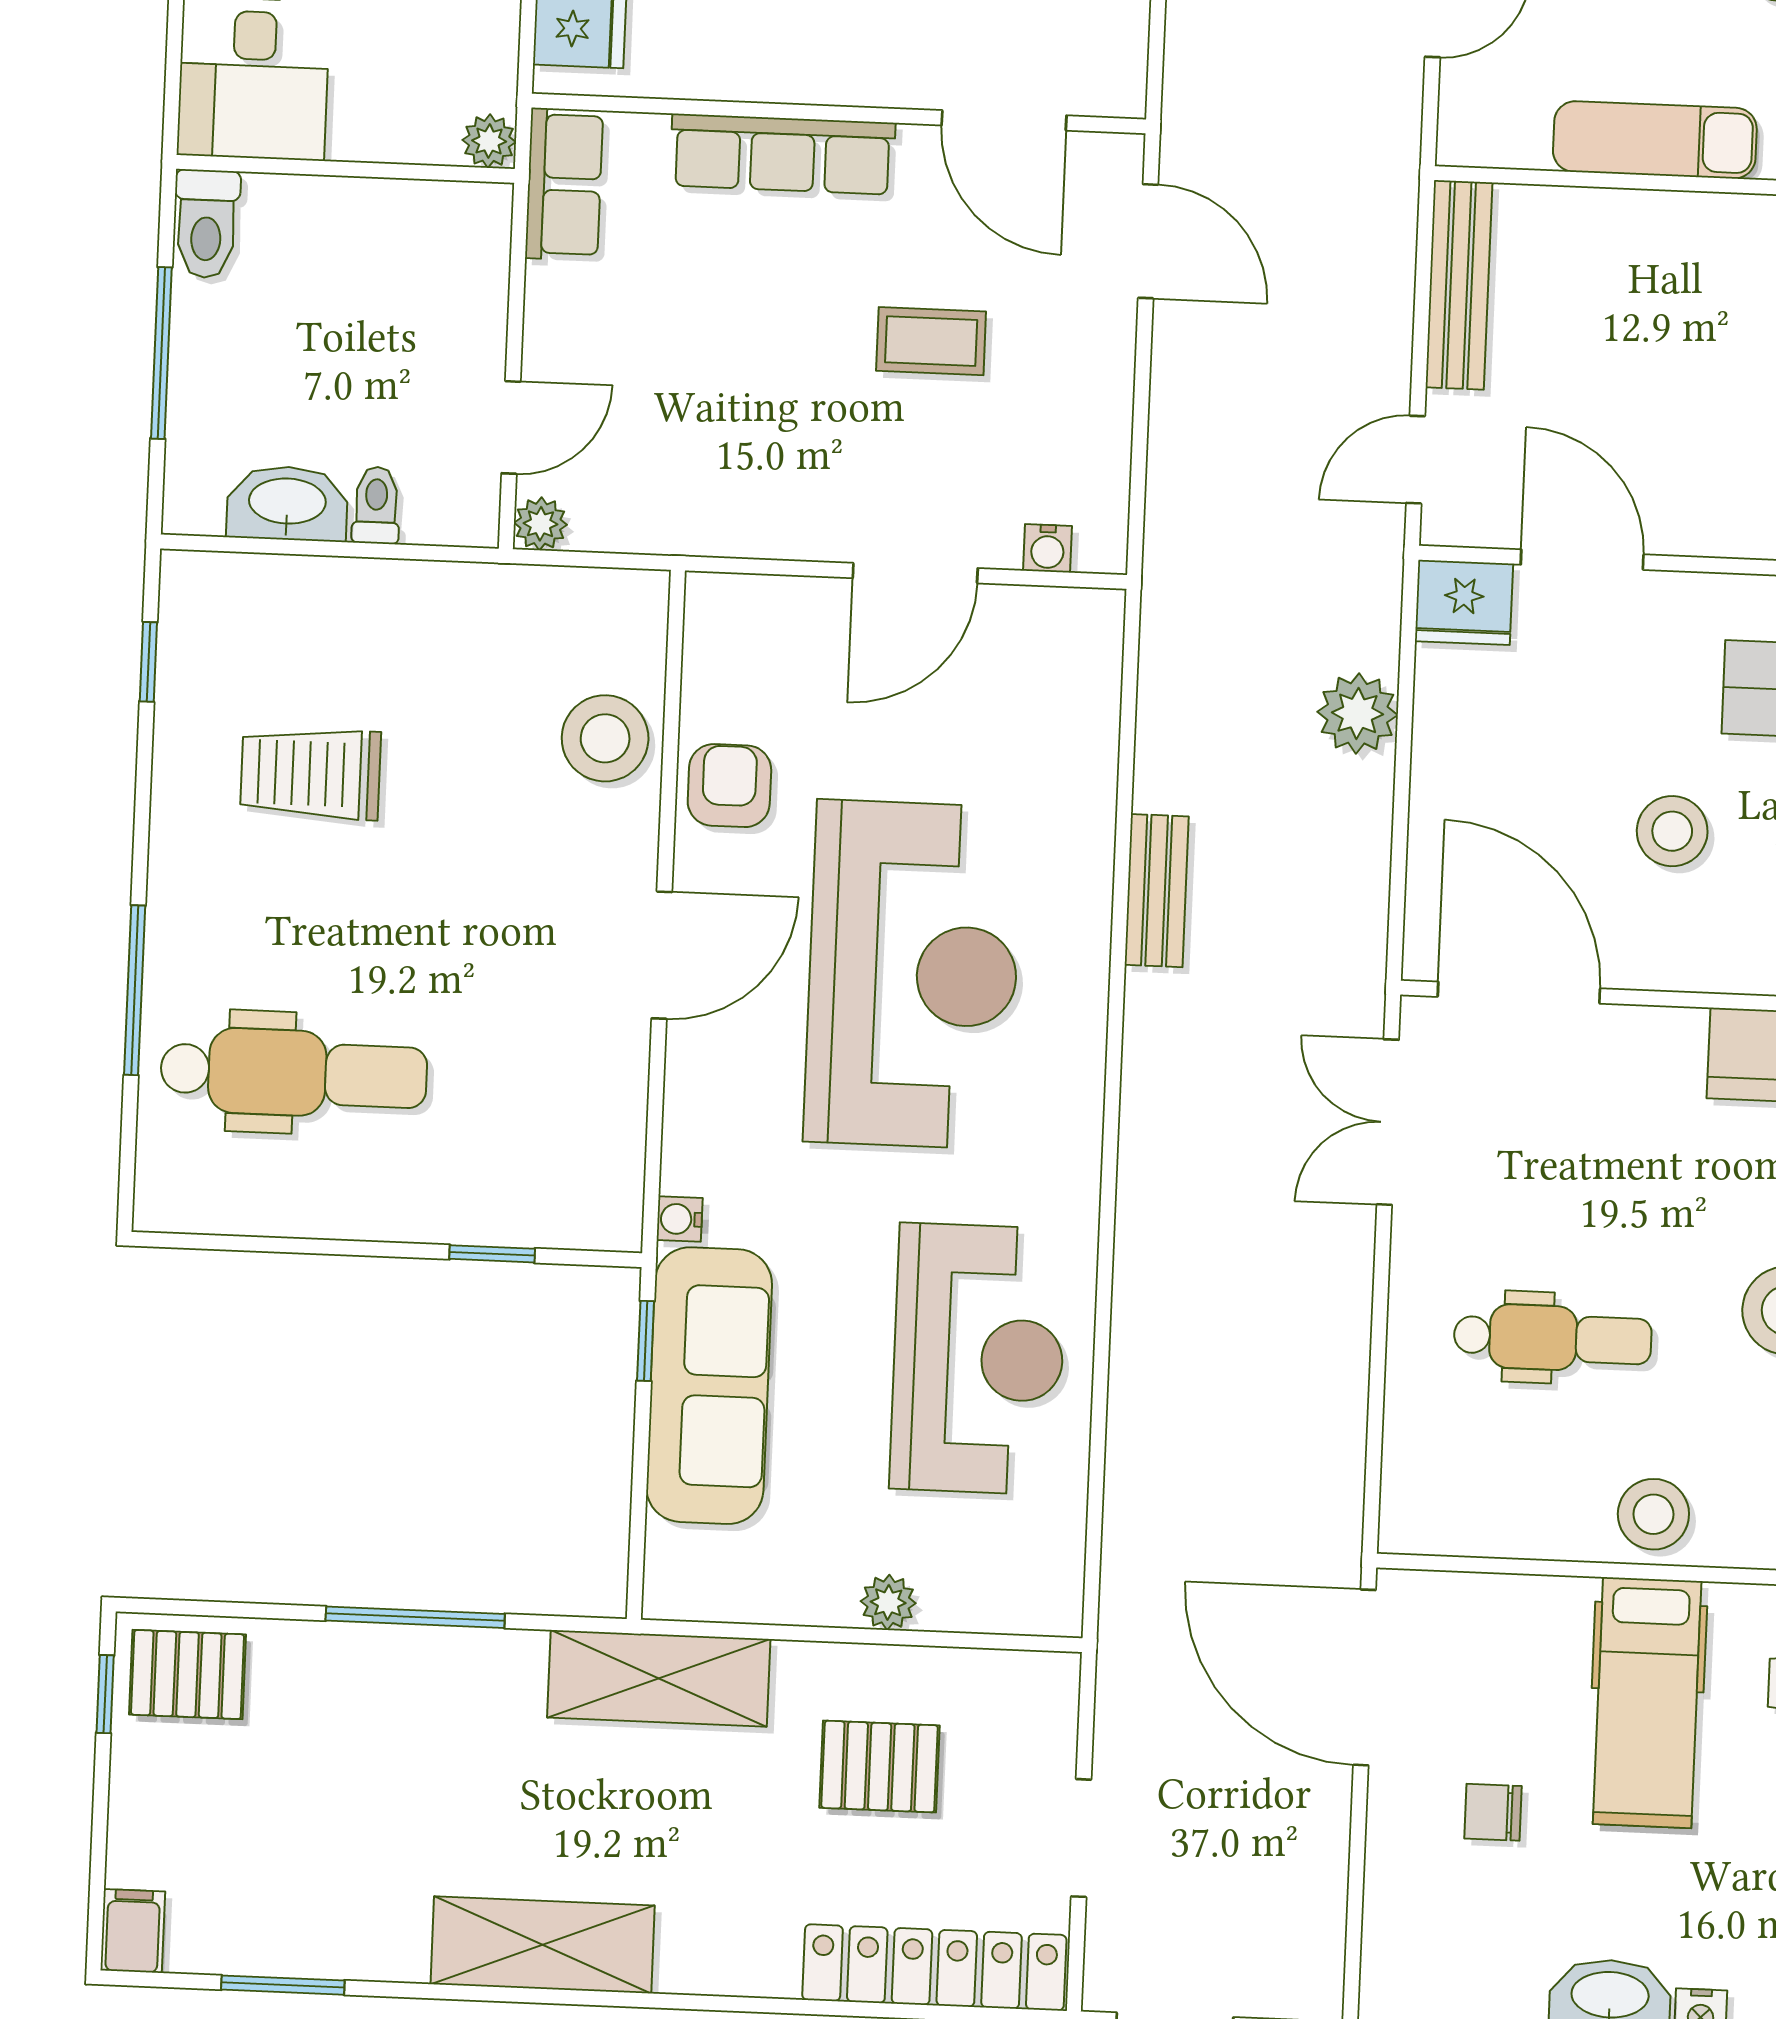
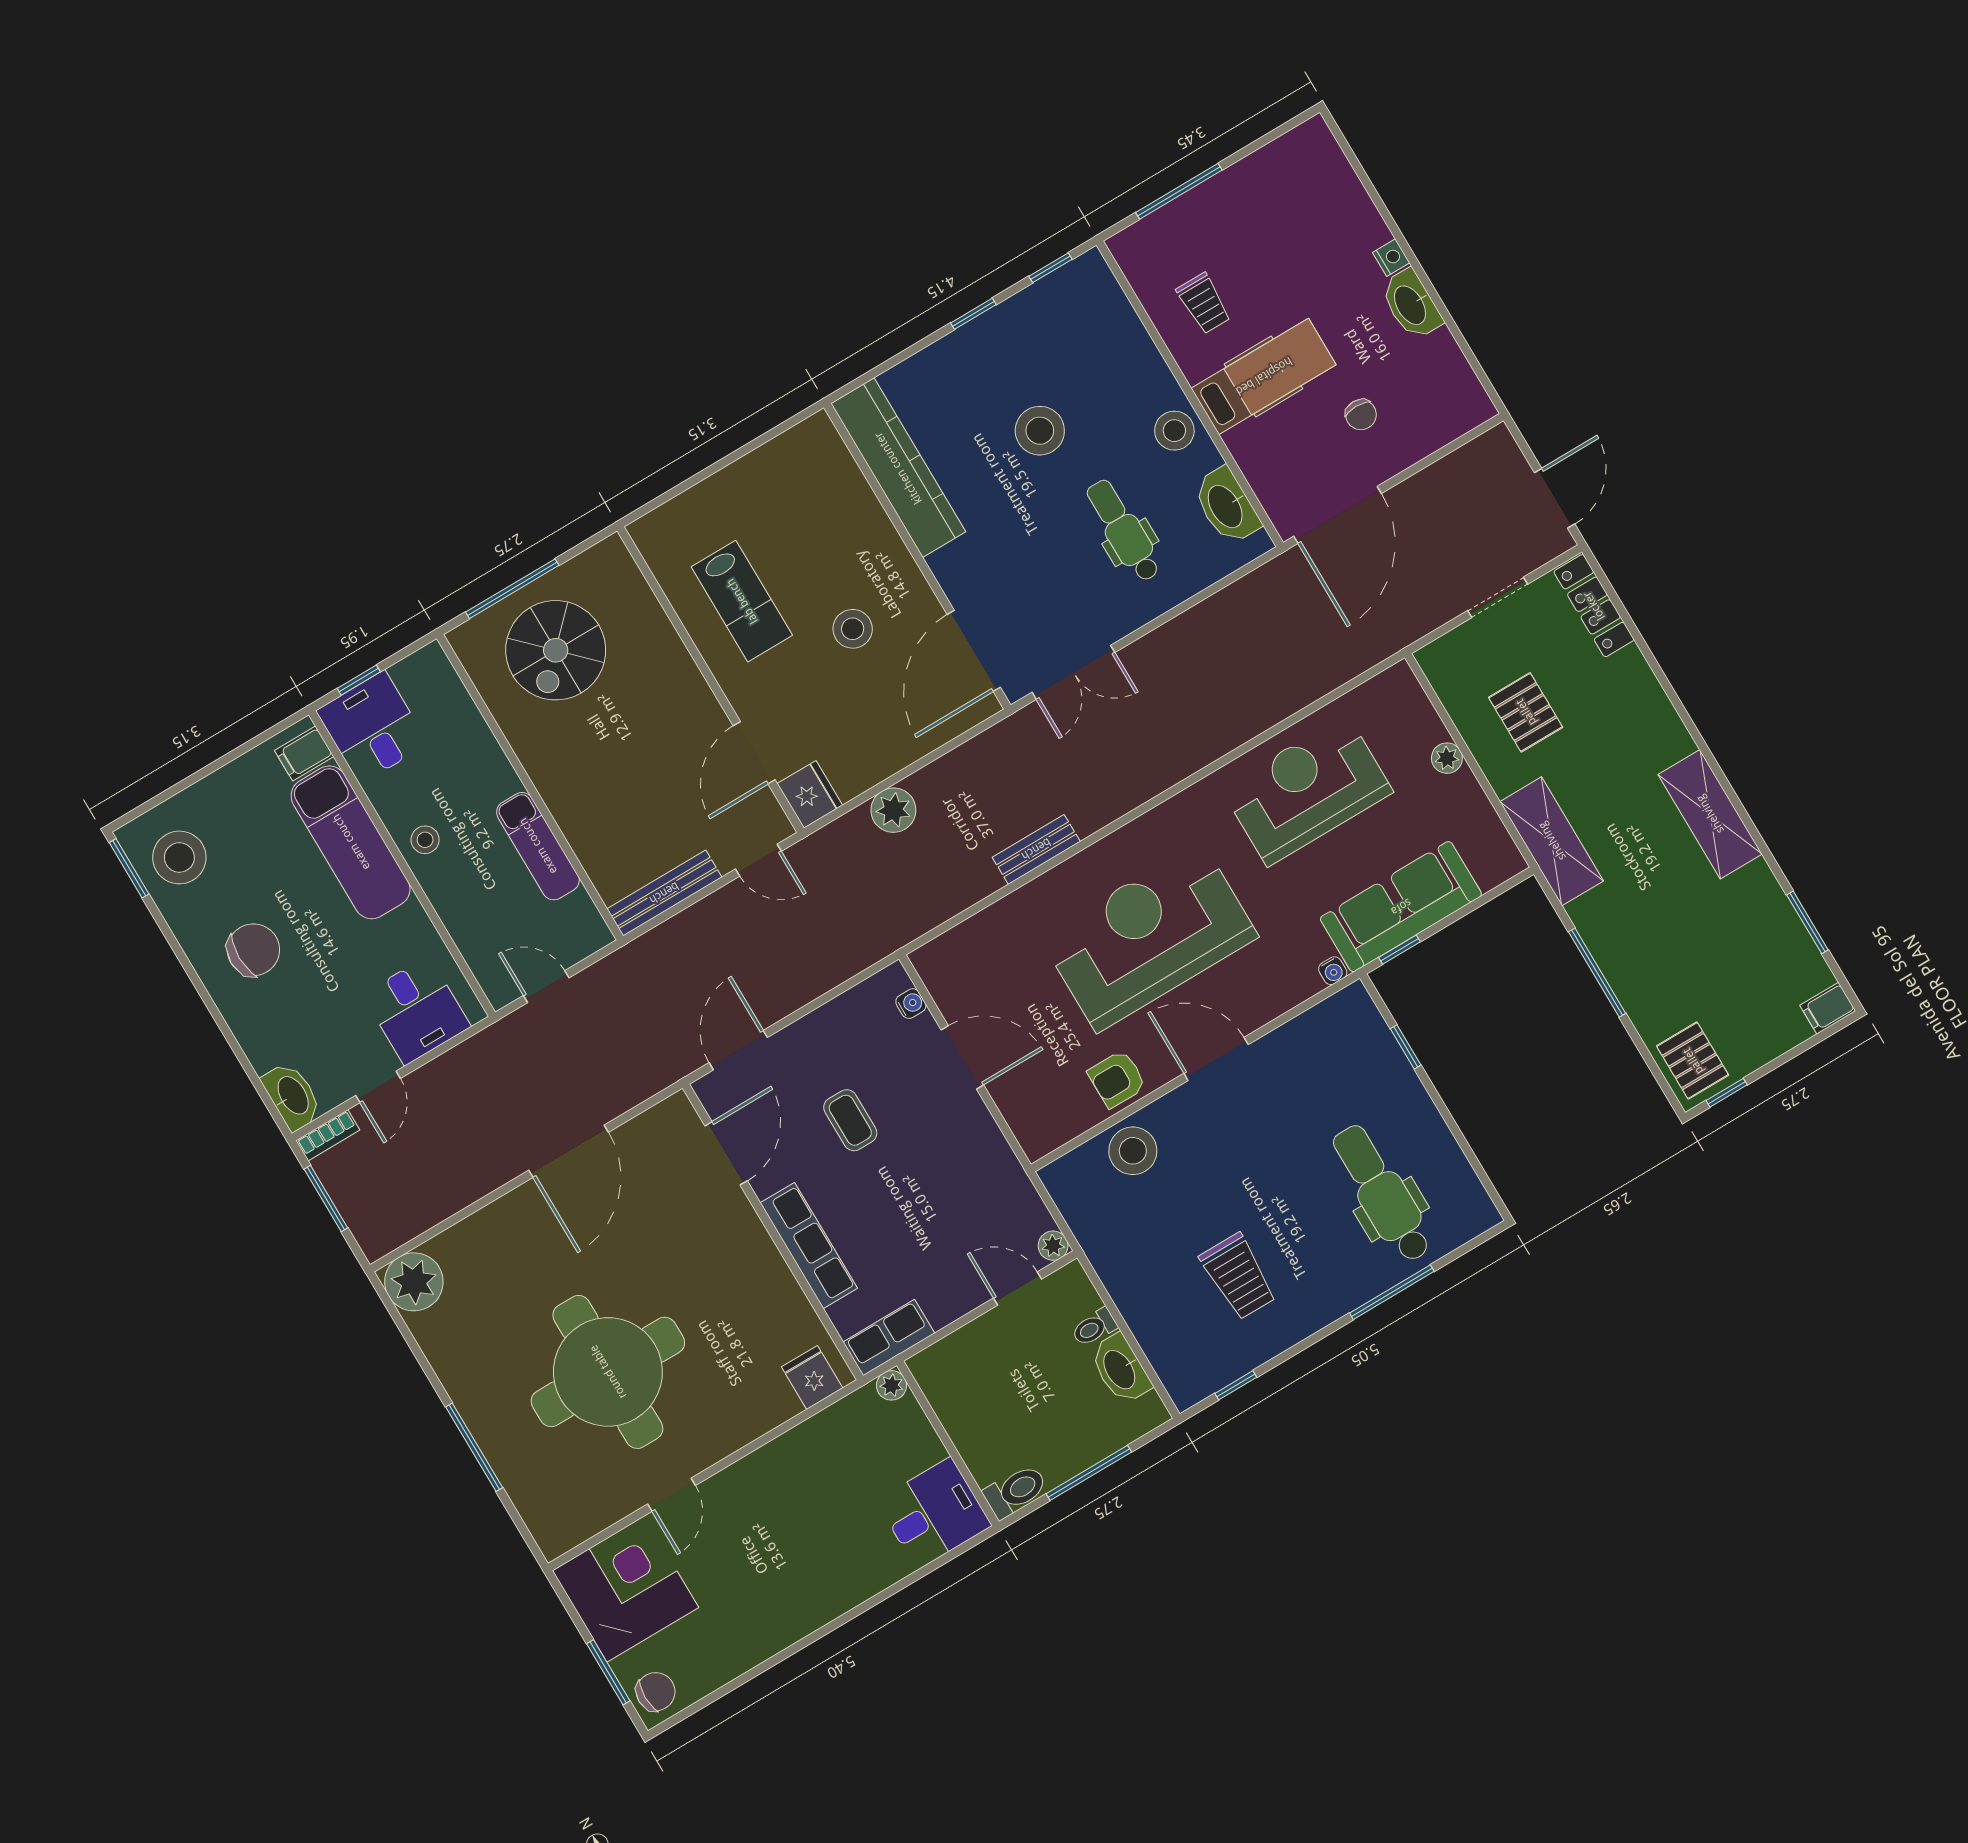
washbasin: (1488, 1518) -> (1226, 506), added
locker: (934, 1967) -> (1594, 606), width x0.71, depth x0.83

